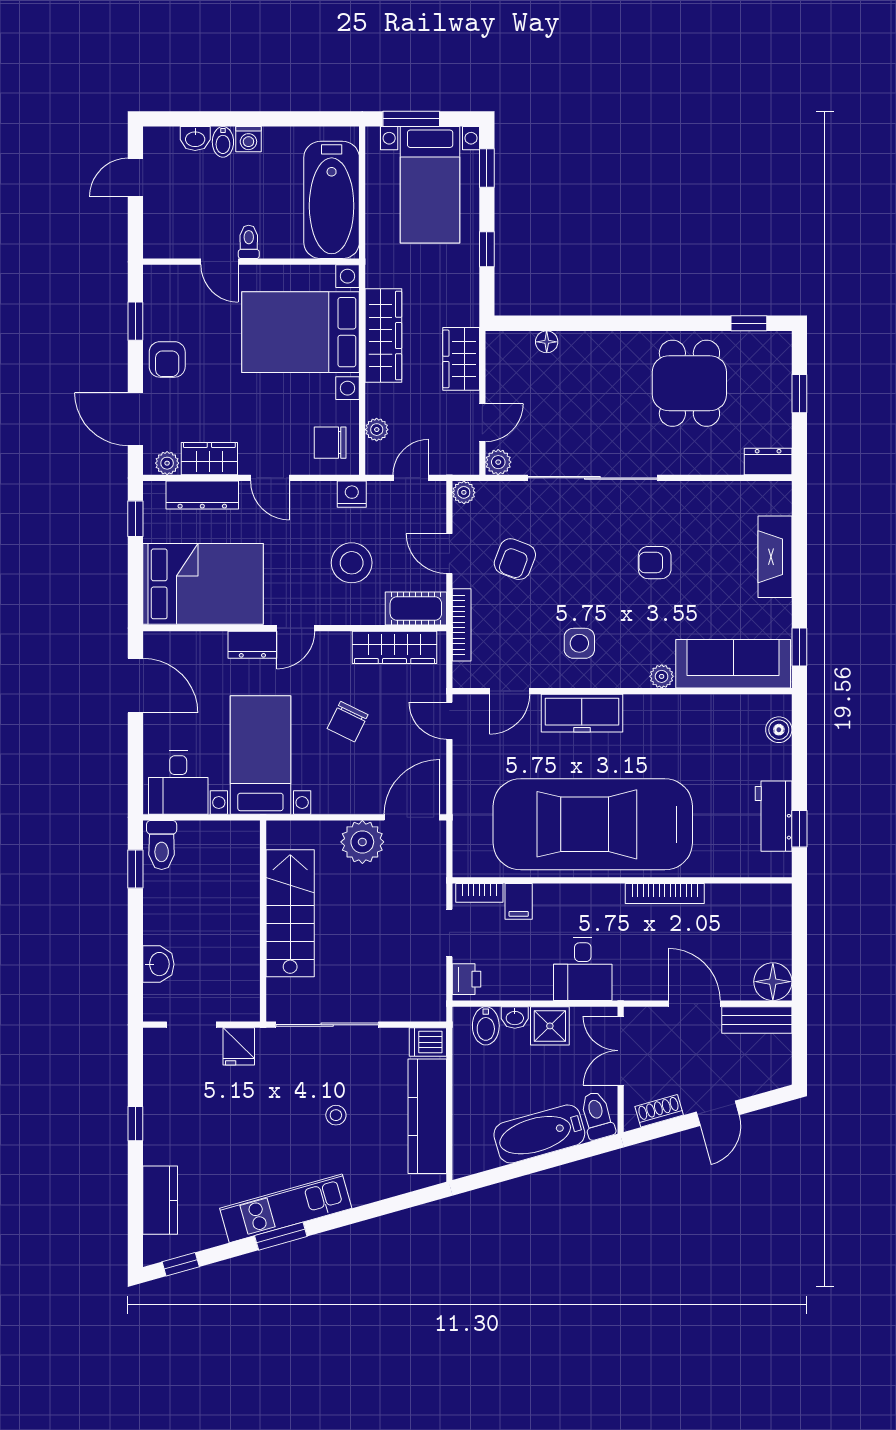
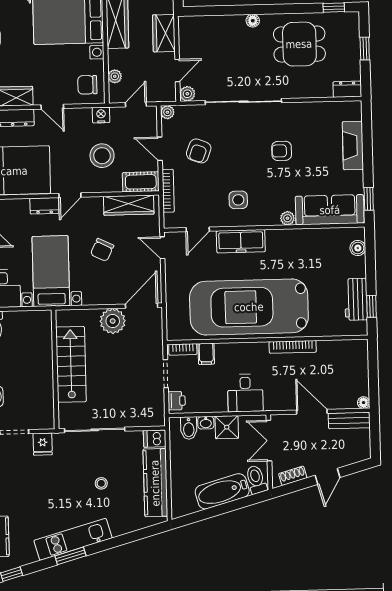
floor lamp: (547, 342) -> (253, 21), moved
dining table: (689, 383) -> (299, 44), turned 90
floor lamp: (773, 982) -> (364, 403), width x0.53, depth x0.53

